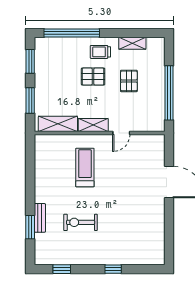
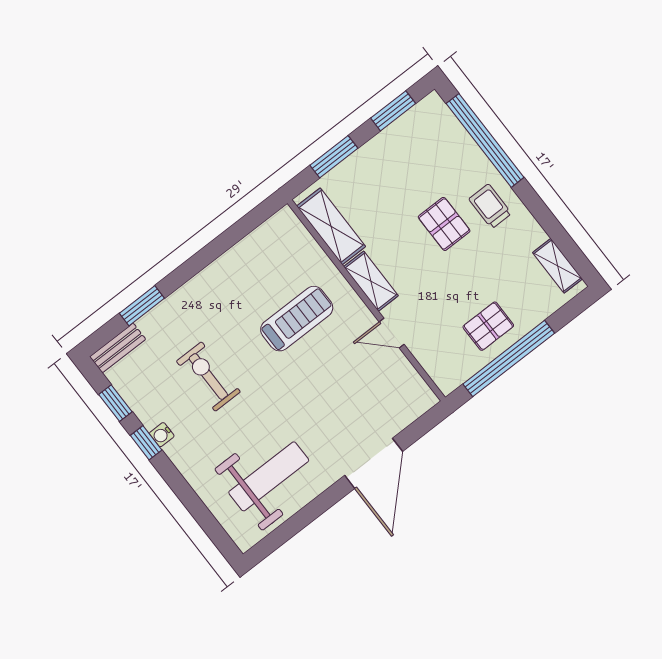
shelving: (132, 43) -> (557, 266), moved
pallet: (129, 81) -> (488, 326), moved
bench: (40, 218) -> (118, 348), moved
weight bench: (141, 229) -> (269, 476), added
water cooler: (90, 260) -> (162, 435), added
window: (113, 269) -> (146, 443), moved

